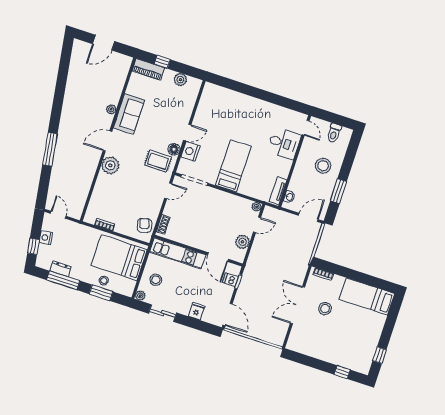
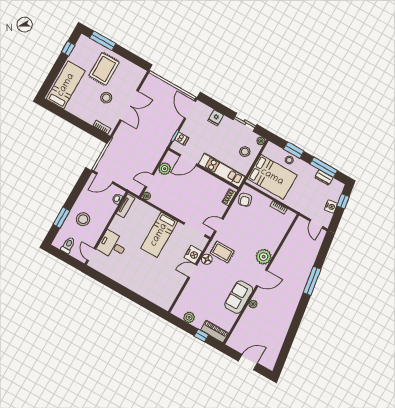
window: (338, 191) -> (61, 218), moved
door: (218, 257) -> (188, 160), swing flipped
bed: (367, 297) -> (66, 85), moved, turned -90
rug: (334, 341) -> (104, 69), added
window: (342, 372) -> (103, 41), width x2.17

